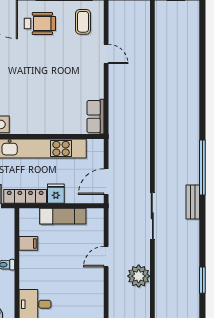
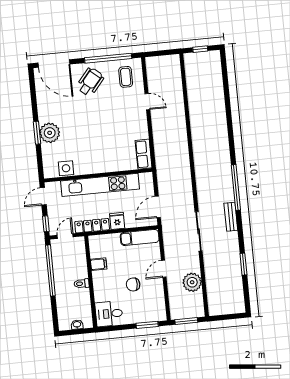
wheelchair: (40, 23) -> (90, 82), turned -50
exam couch: (63, 216) -> (140, 237), moved
chair: (68, 272) -> (133, 284), added
window: (202, 280) -> (243, 264), moved

